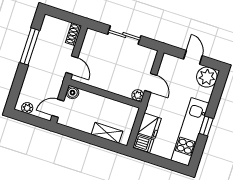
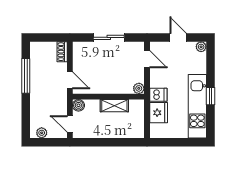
plant: (207, 77) -> (201, 47), width x0.53, depth x0.53
door: (151, 83) -> (147, 59), moved
door: (58, 108) -> (70, 124), hinge flipped
shelving: (107, 133) -> (114, 106), moved
dishwasher: (143, 143) -> (158, 95), moved

